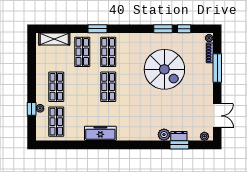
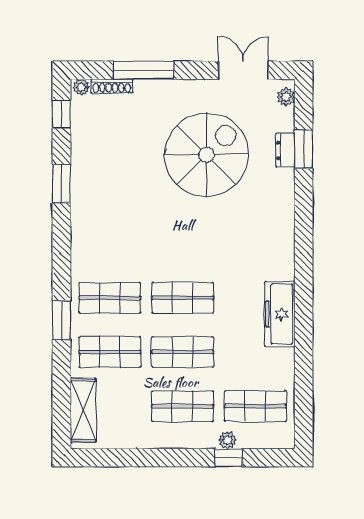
window: (184, 29) -> (62, 114), moved
spiral stairs: (164, 69) -> (206, 155), moved
shop shelf: (82, 87) -> (183, 352), added
plant: (164, 135) -> (282, 181), removed

